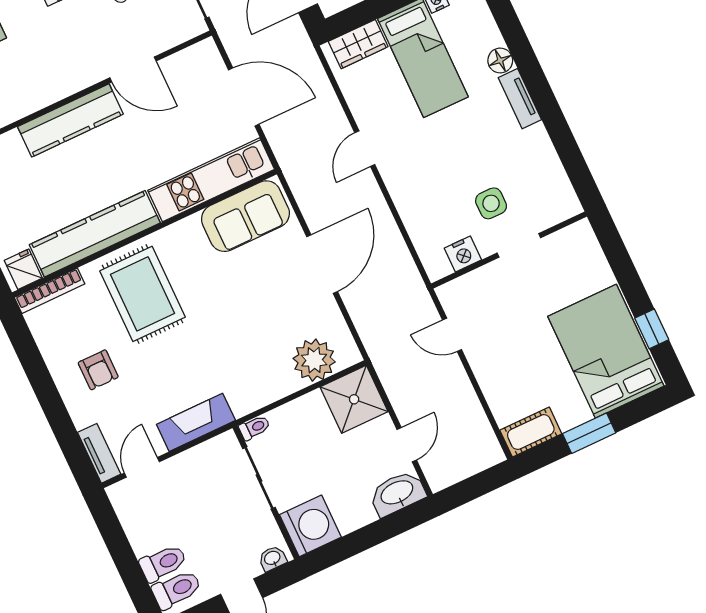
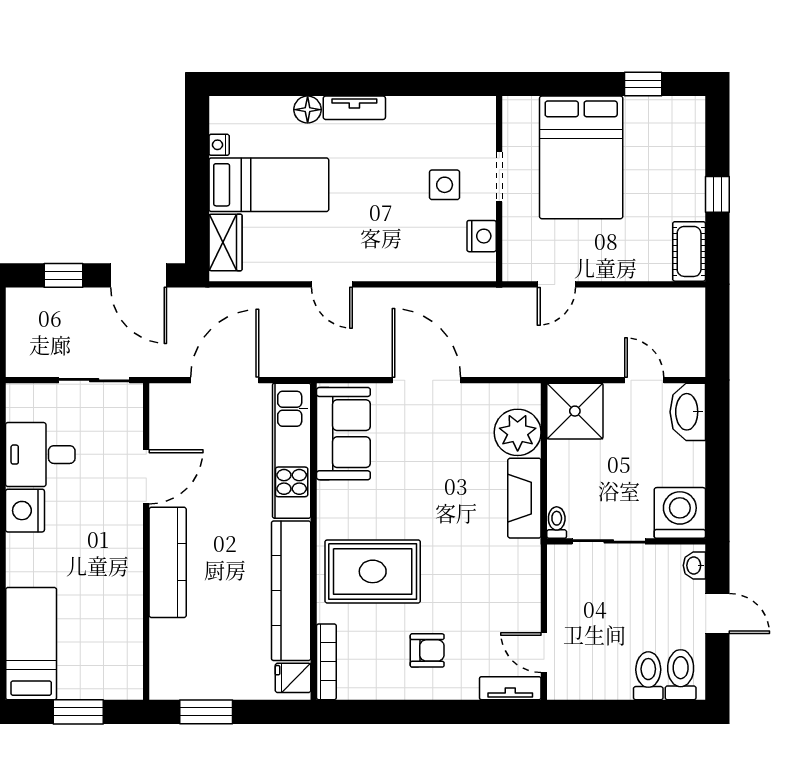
bed: (606, 351) -> (581, 157), moved, turned -90
fireplace: (196, 422) -> (524, 498), moved
window: (589, 433) -> (717, 194), width x0.67

